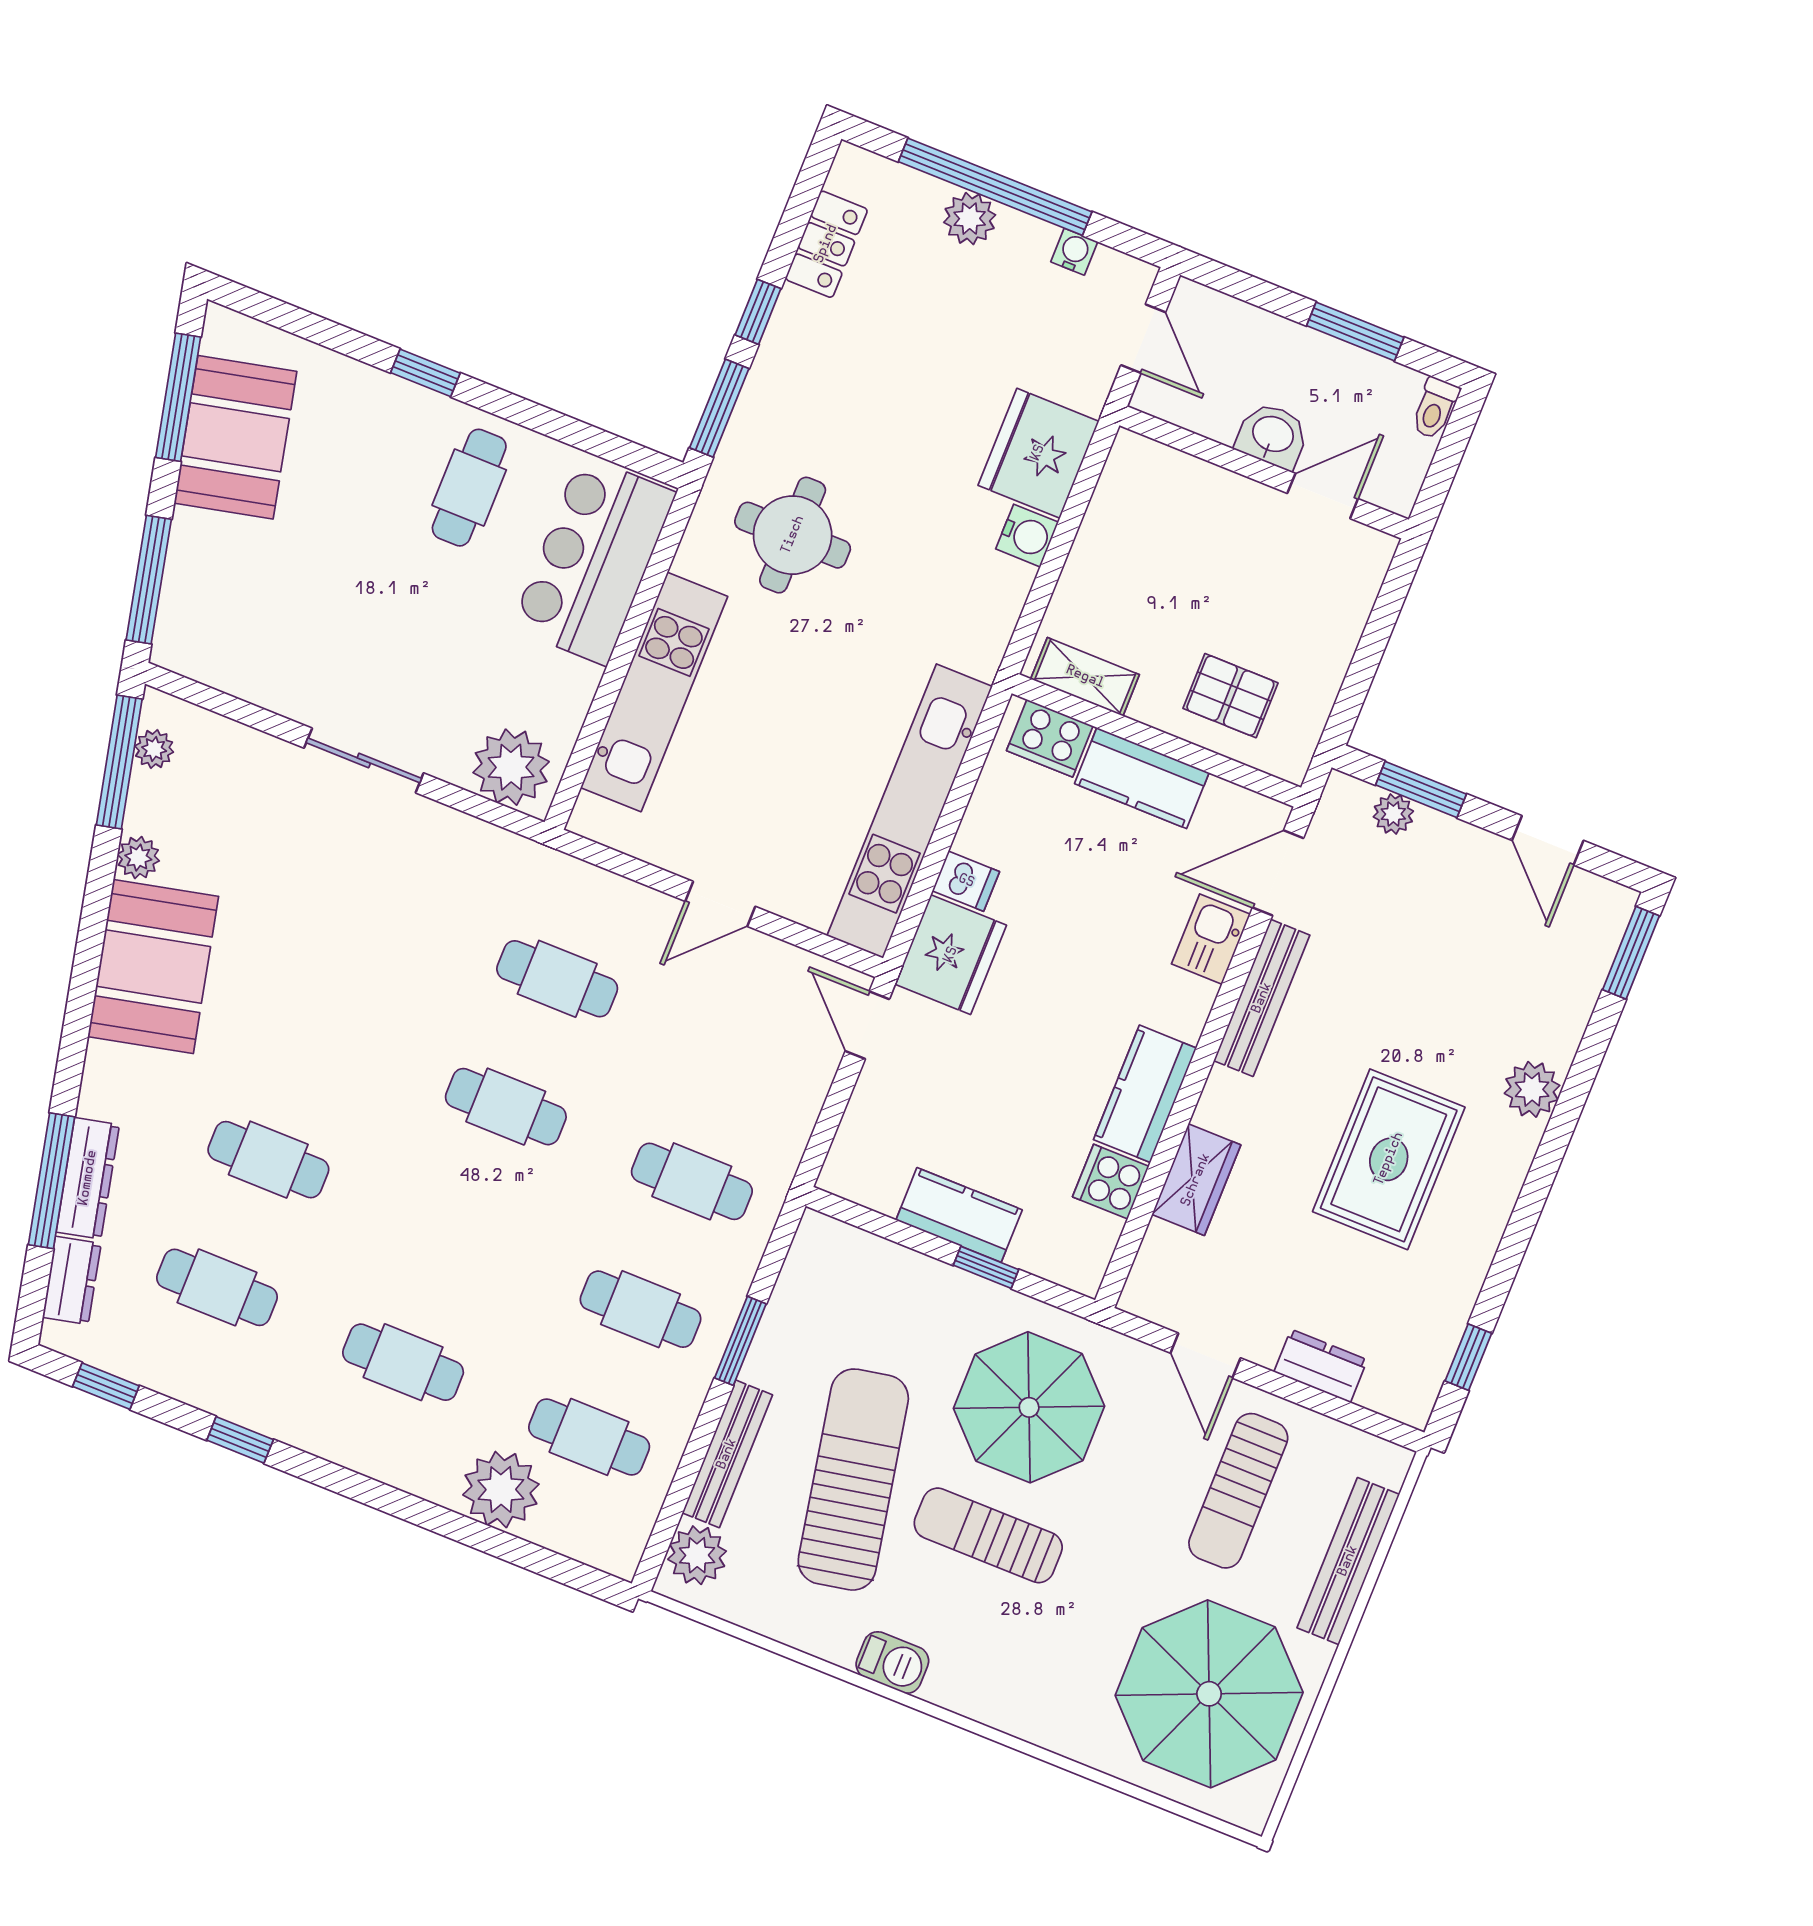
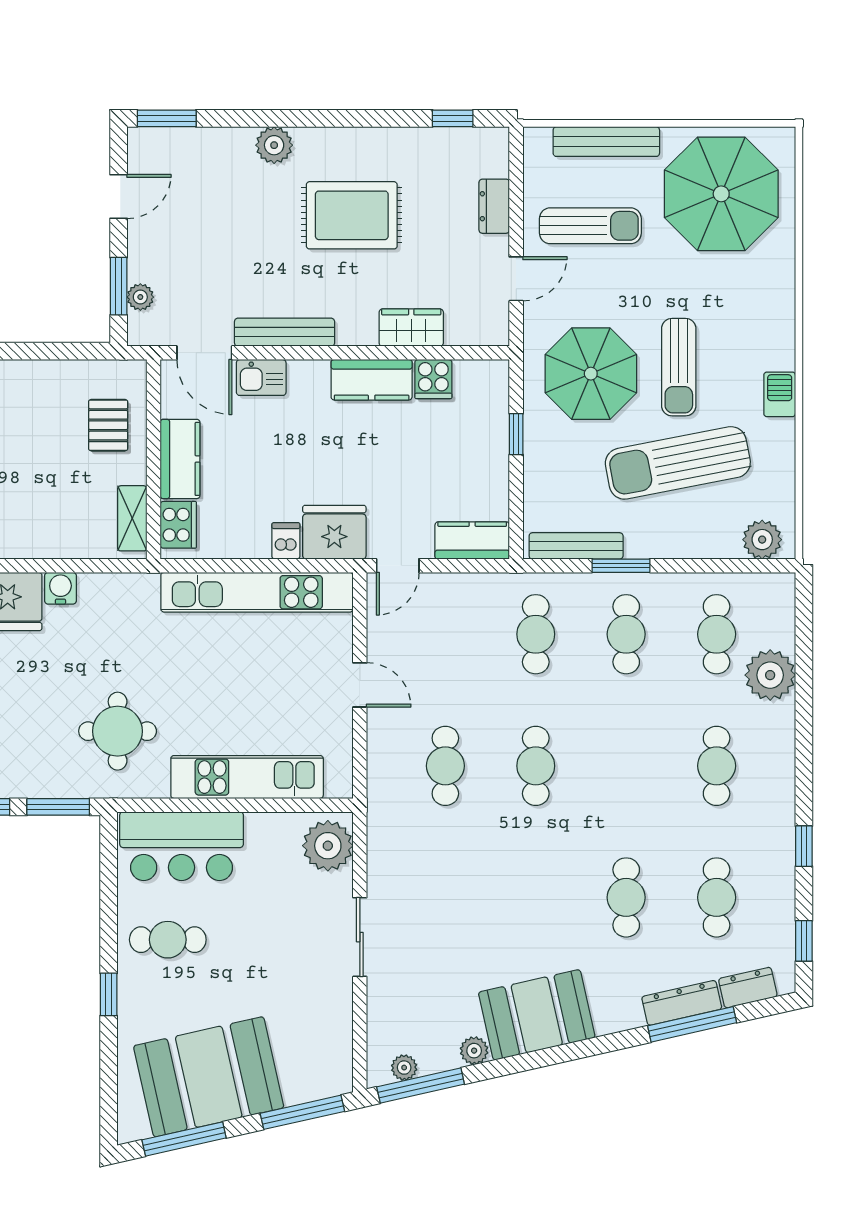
booth: (235, 437) -> (209, 1077), width x1.36, depth x1.42
kitchen counter: (959, 1215) -> (472, 540), moved, turned 90
bench: (727, 1454) -> (576, 546), moved

